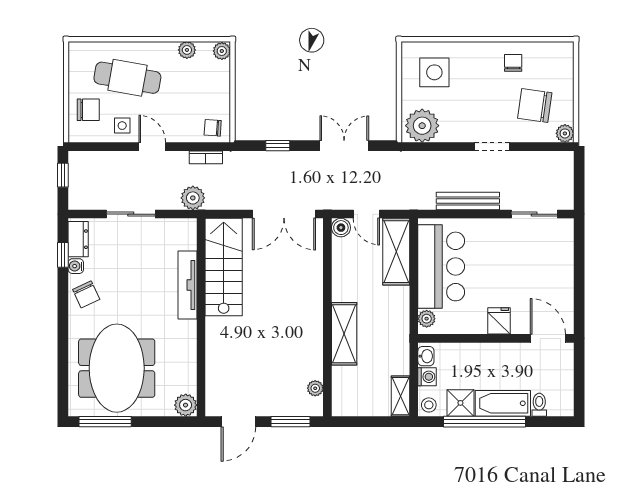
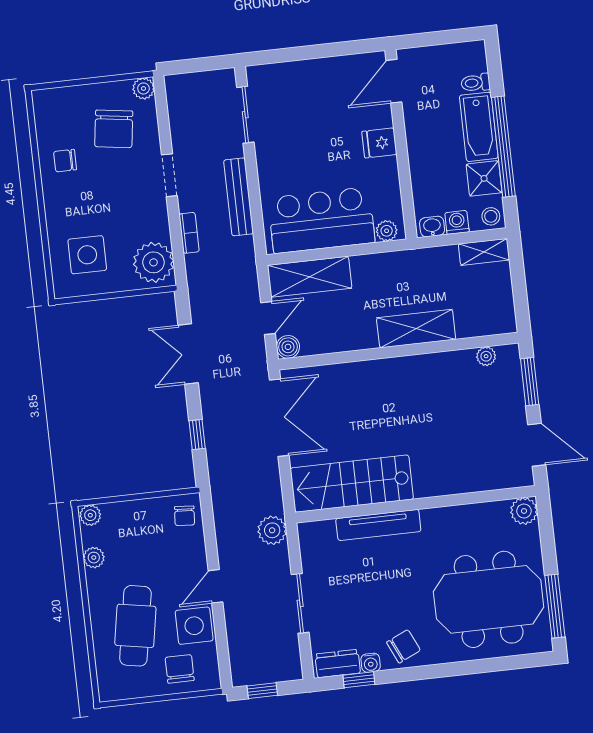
side table: (122, 126) -> (194, 626), width x1.87, depth x1.87
bookcase: (206, 157) -> (189, 233), moved

